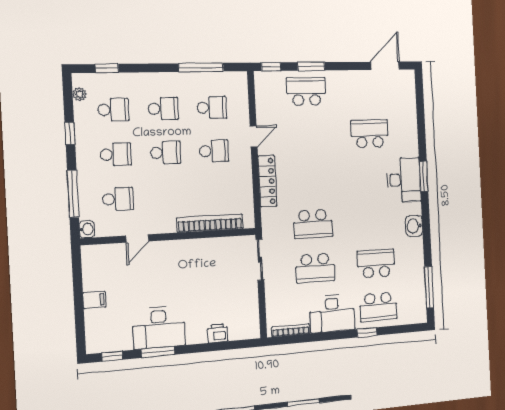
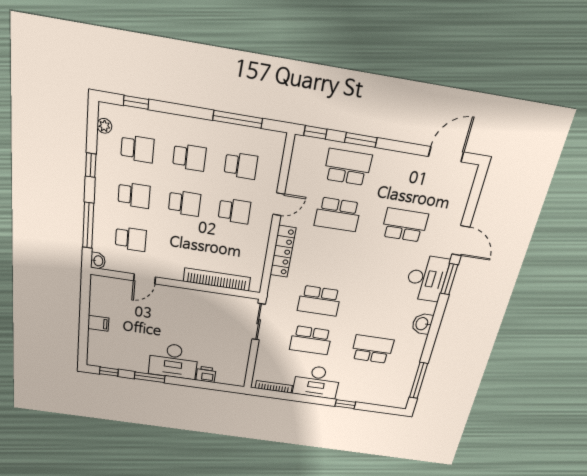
door: (422, 138) -> (461, 241), added
school desk: (378, 307) -> (338, 214), moved
desk: (159, 327) -> (173, 361), moved

